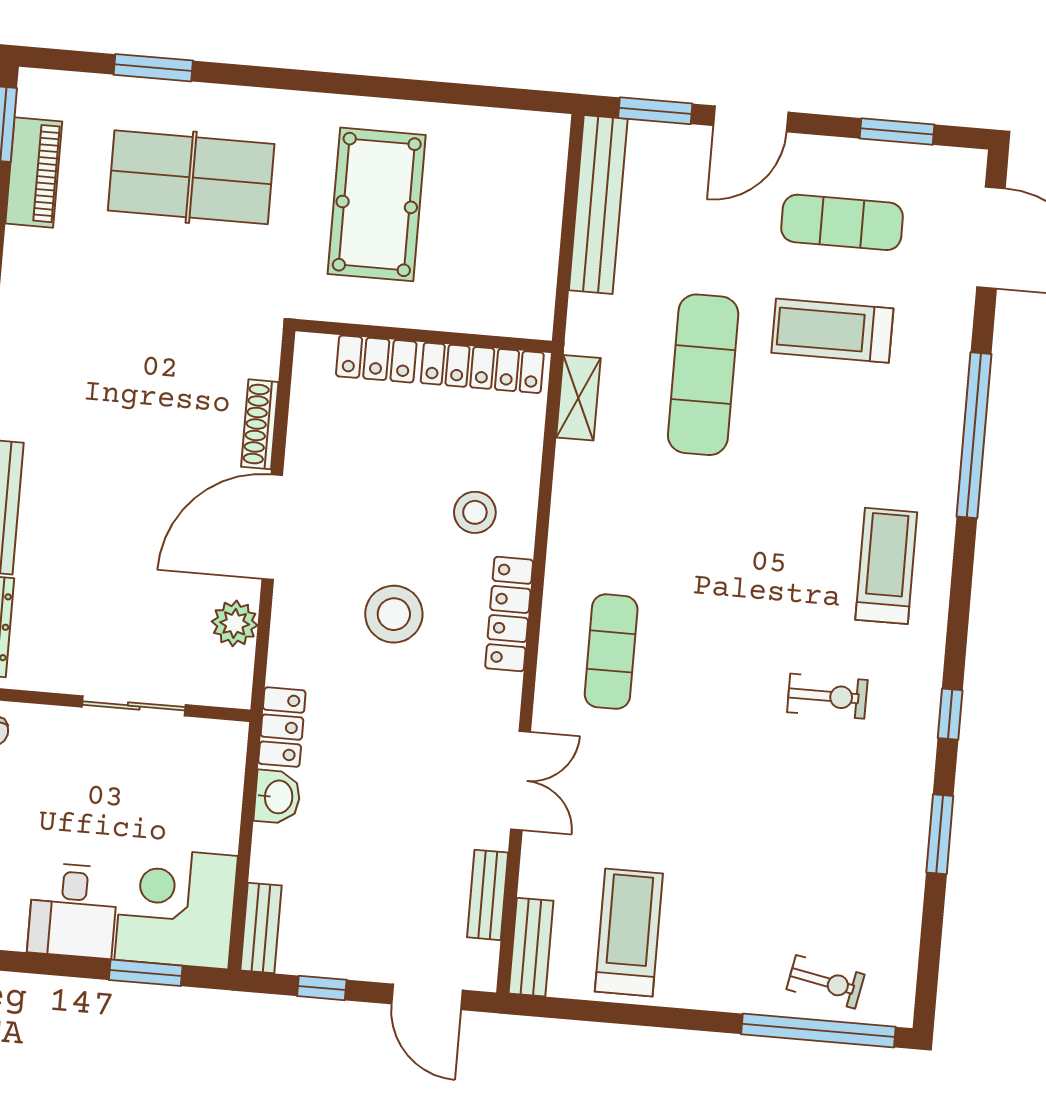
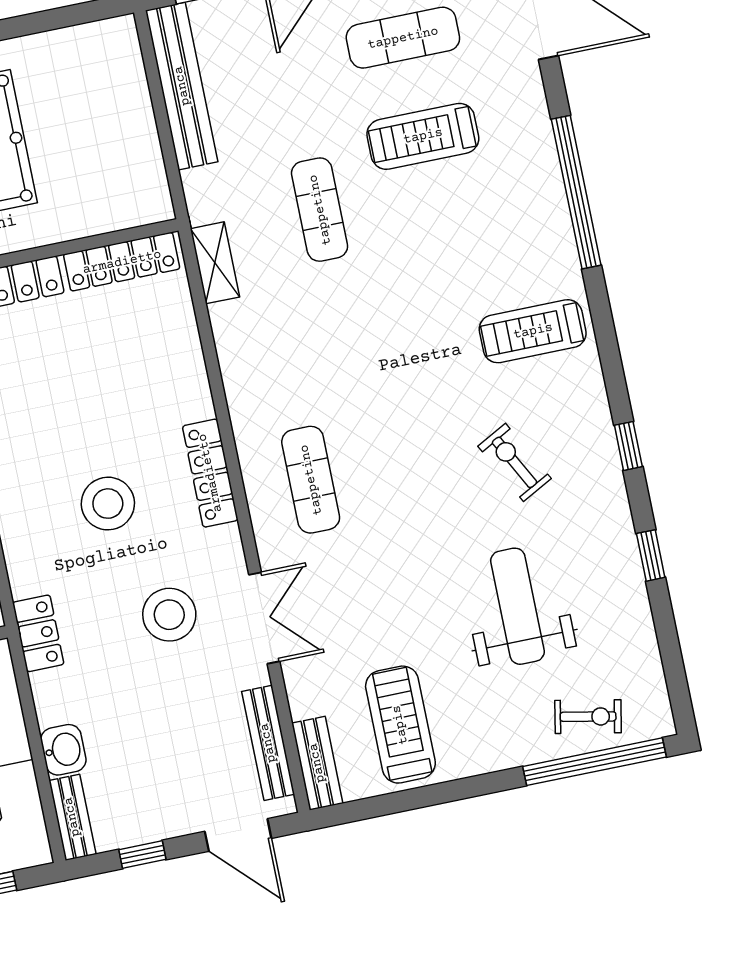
exercise mat: (703, 375) -> (320, 210), width x0.73, depth x0.69
stool: (475, 512) -> (169, 615), moved, width x1.38, depth x1.38
treadmill: (886, 566) -> (533, 331), turned -90
exercise bike: (827, 696) -> (514, 462), turned -118
washbasin: (277, 797) -> (63, 750), moved
window: (940, 834) -> (651, 555), width x0.67
weight bench: (786, 846) -> (518, 606), added
bench: (488, 895) -> (268, 743), width x1.36

